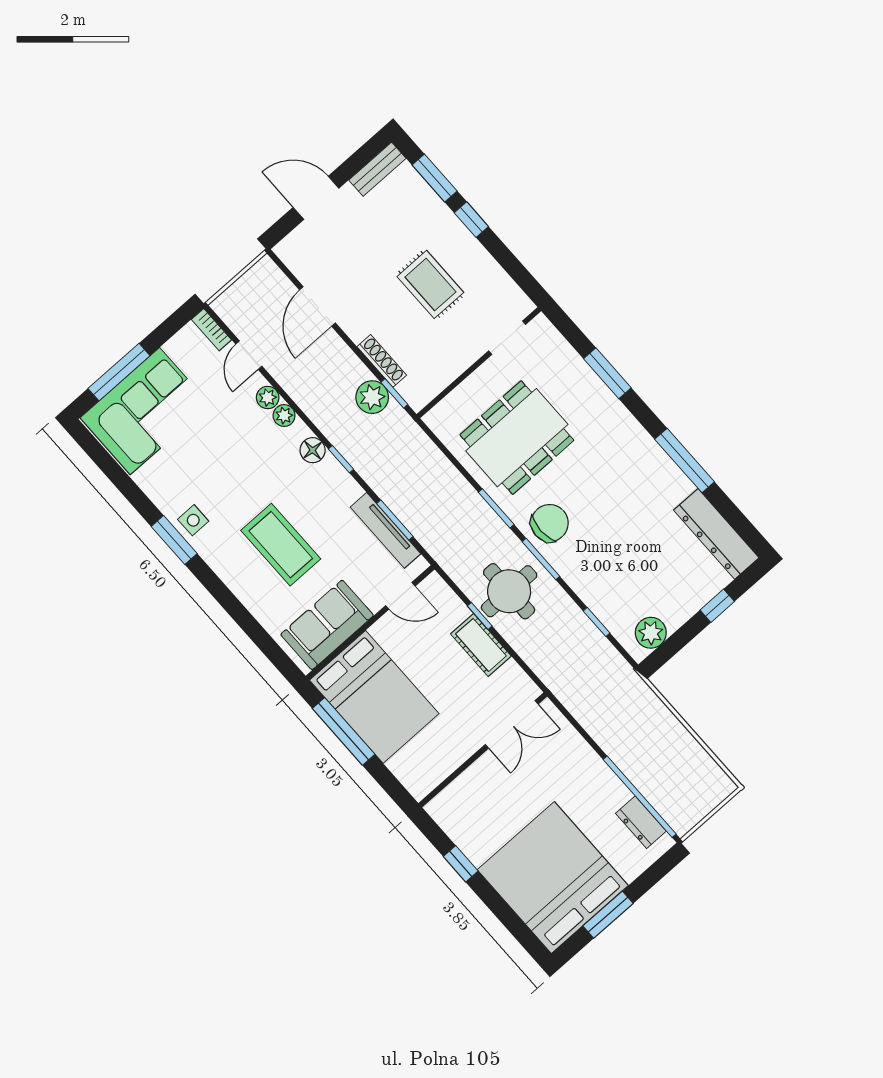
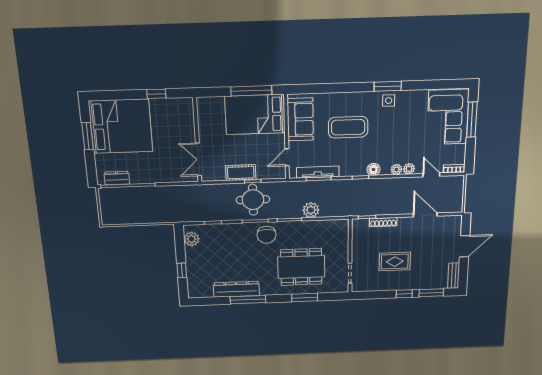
plant: (372, 397) -> (311, 210), moved
dining table: (517, 438) -> (301, 267), moved, turned 90
dresser: (716, 534) -> (236, 289), moved

